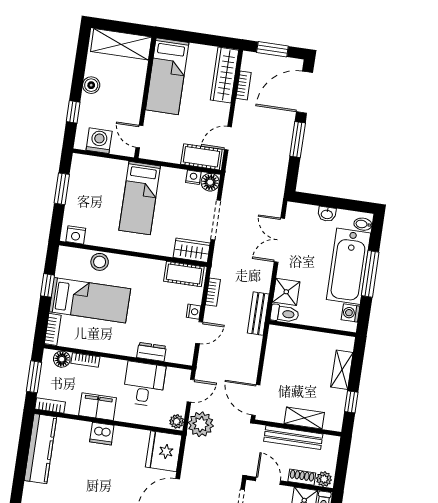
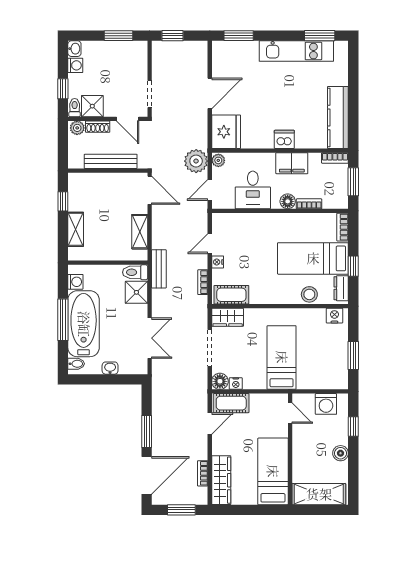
dresser: (151, 352) -> (341, 288), moved, turned 90
floor lamp: (62, 359) -> (288, 201), moved
shelving: (304, 418) -> (140, 232), moved, turned 90

